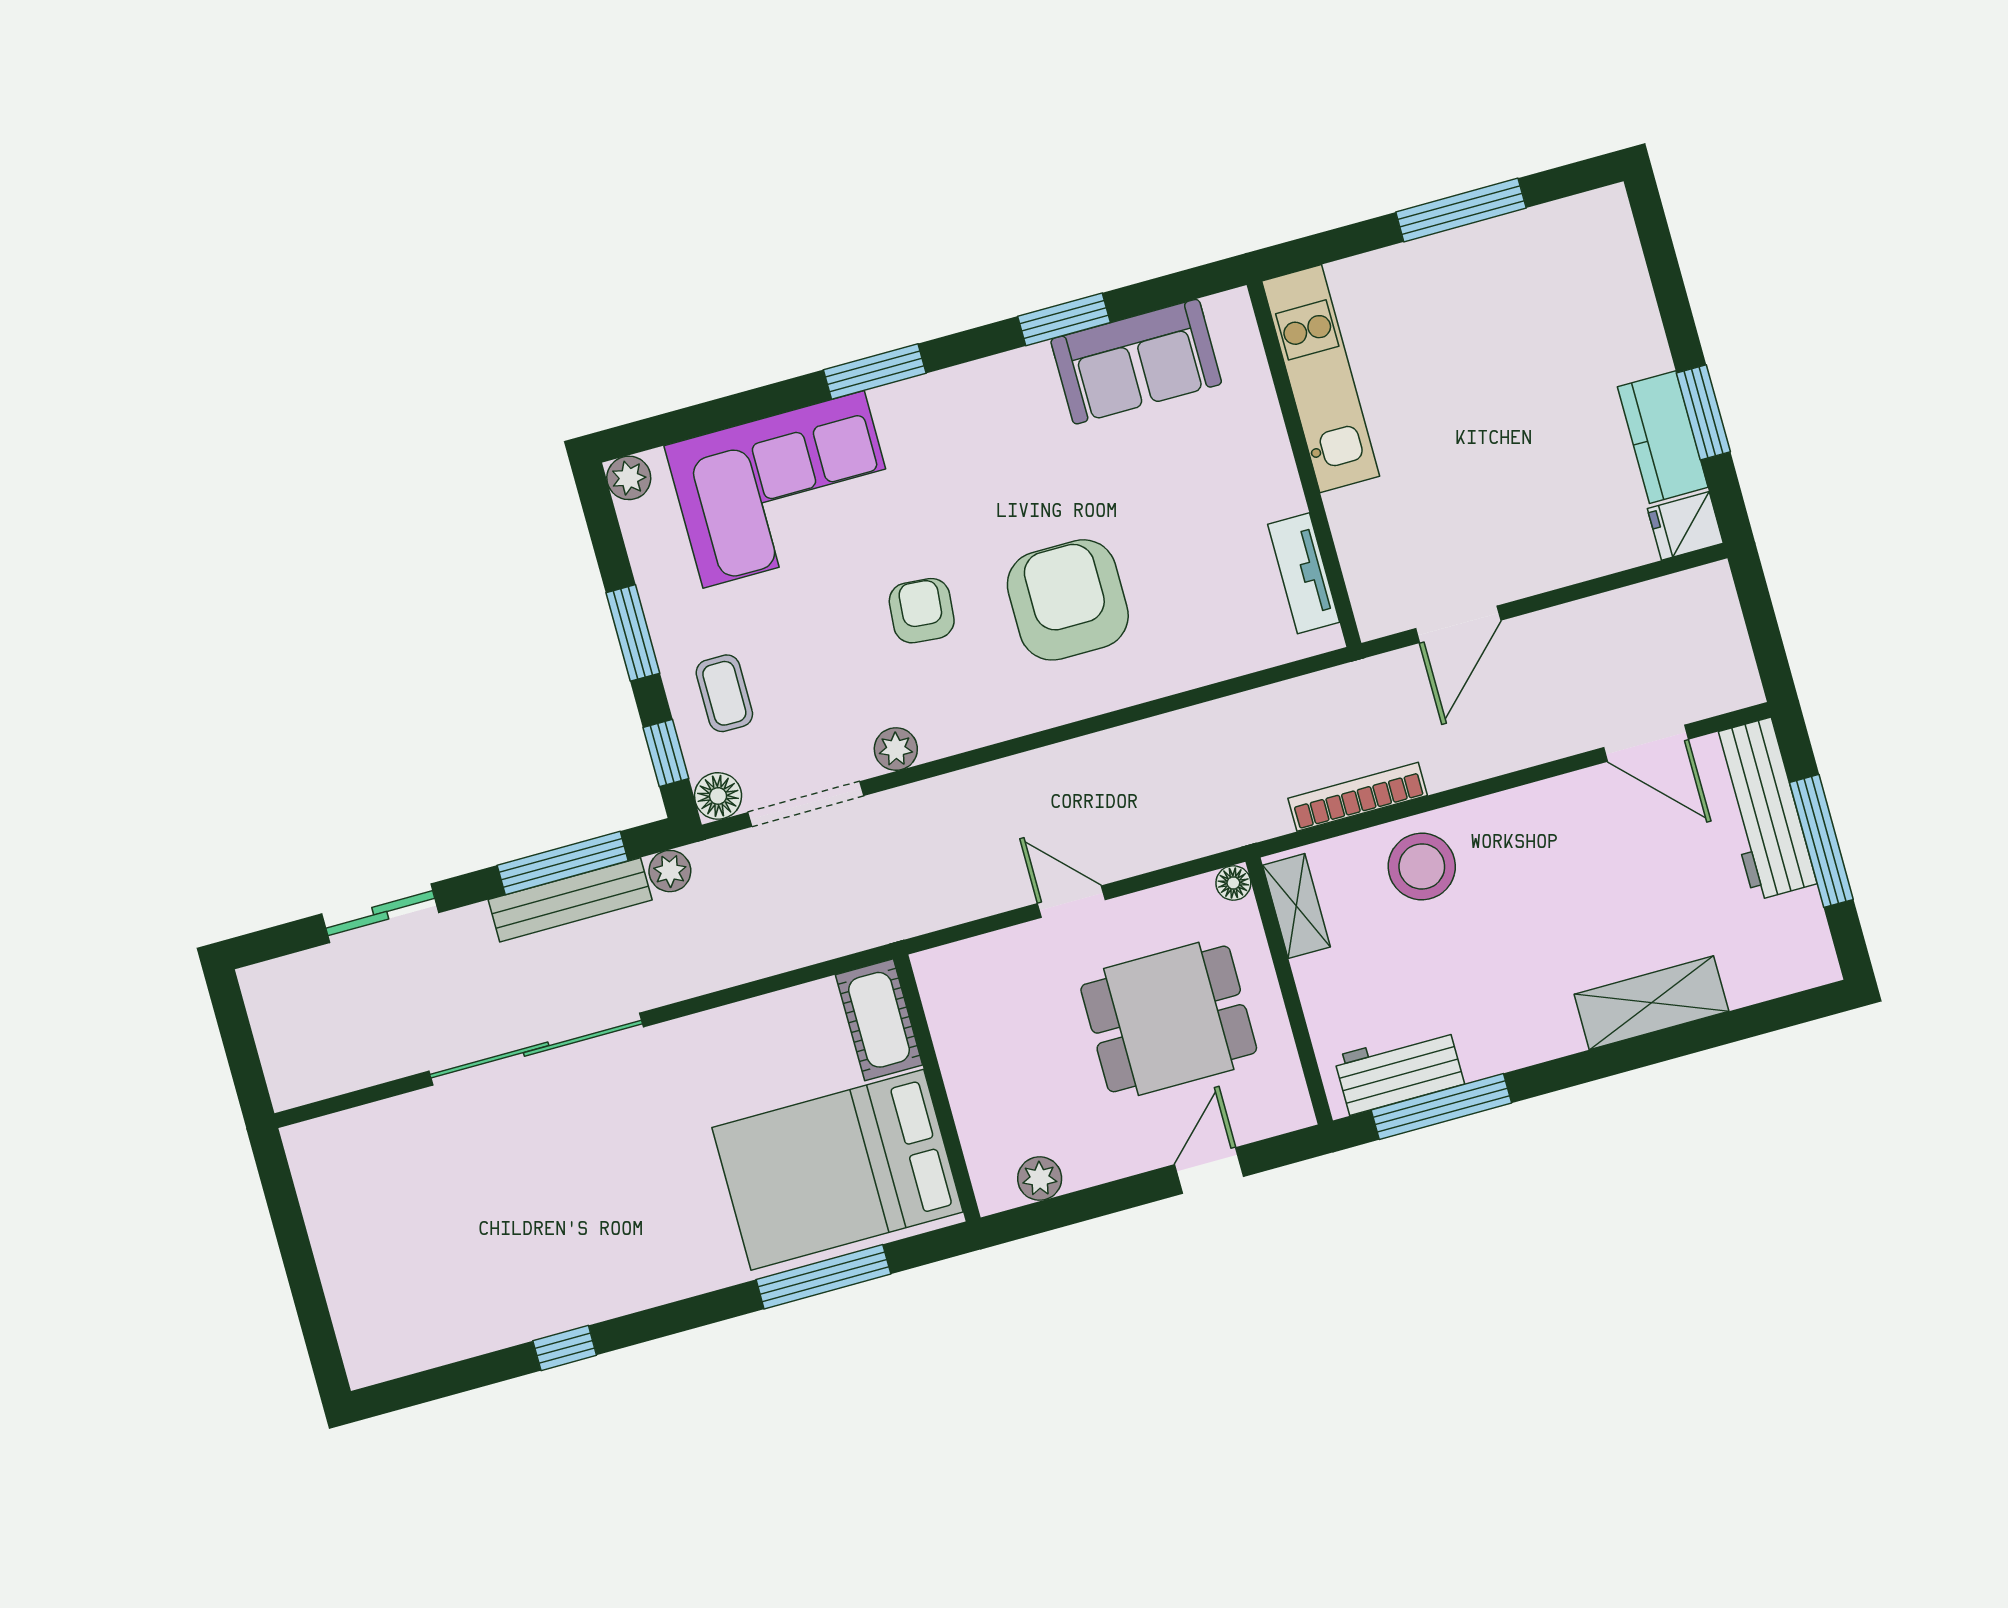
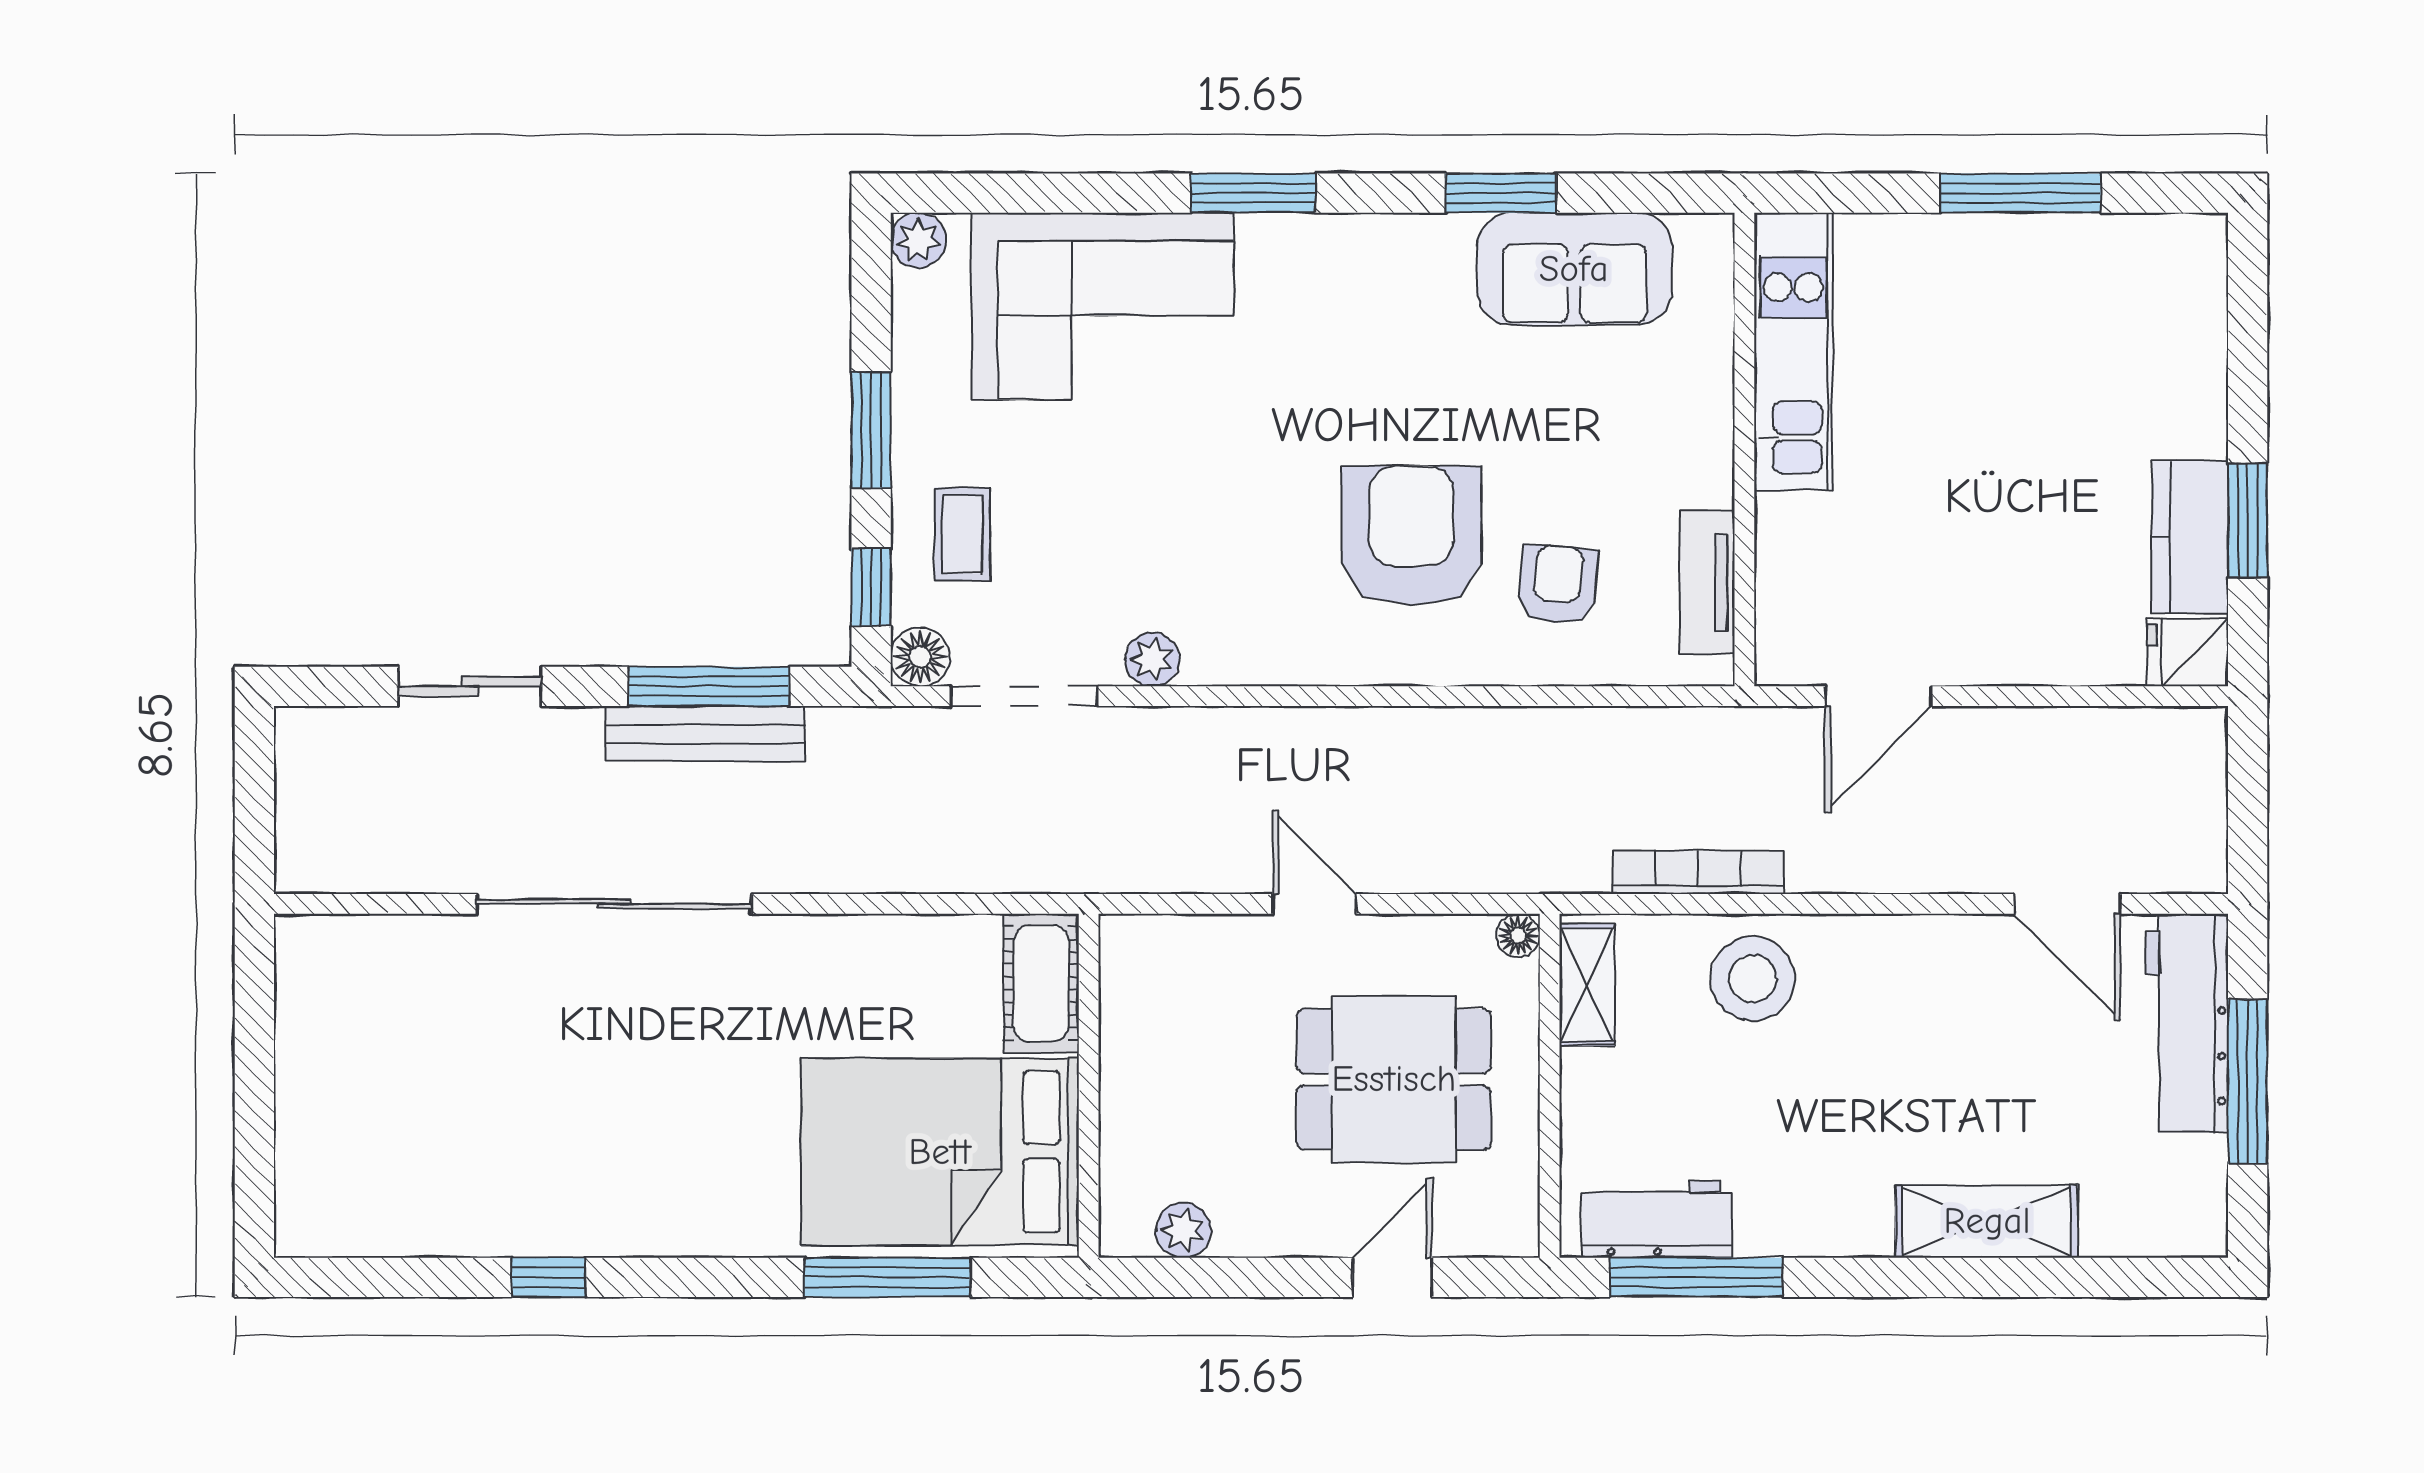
armchair: (922, 611) -> (1558, 585), moved
plant: (670, 871) -> (836, 732), removed

